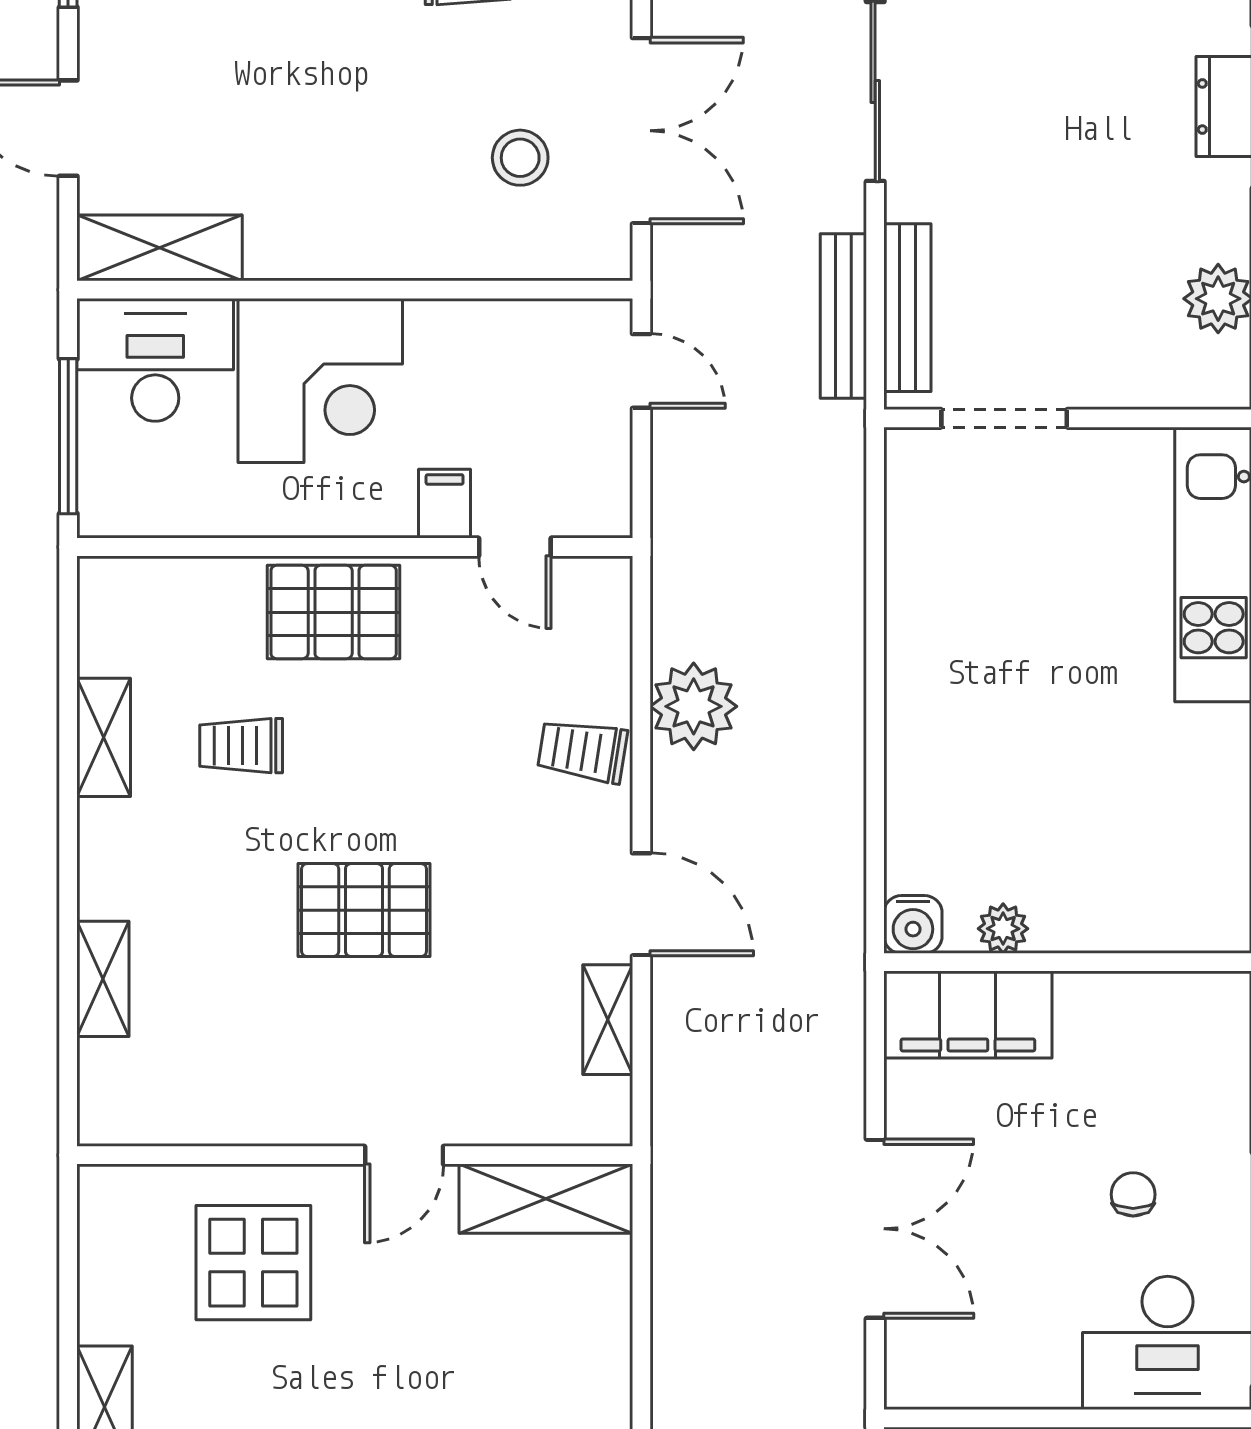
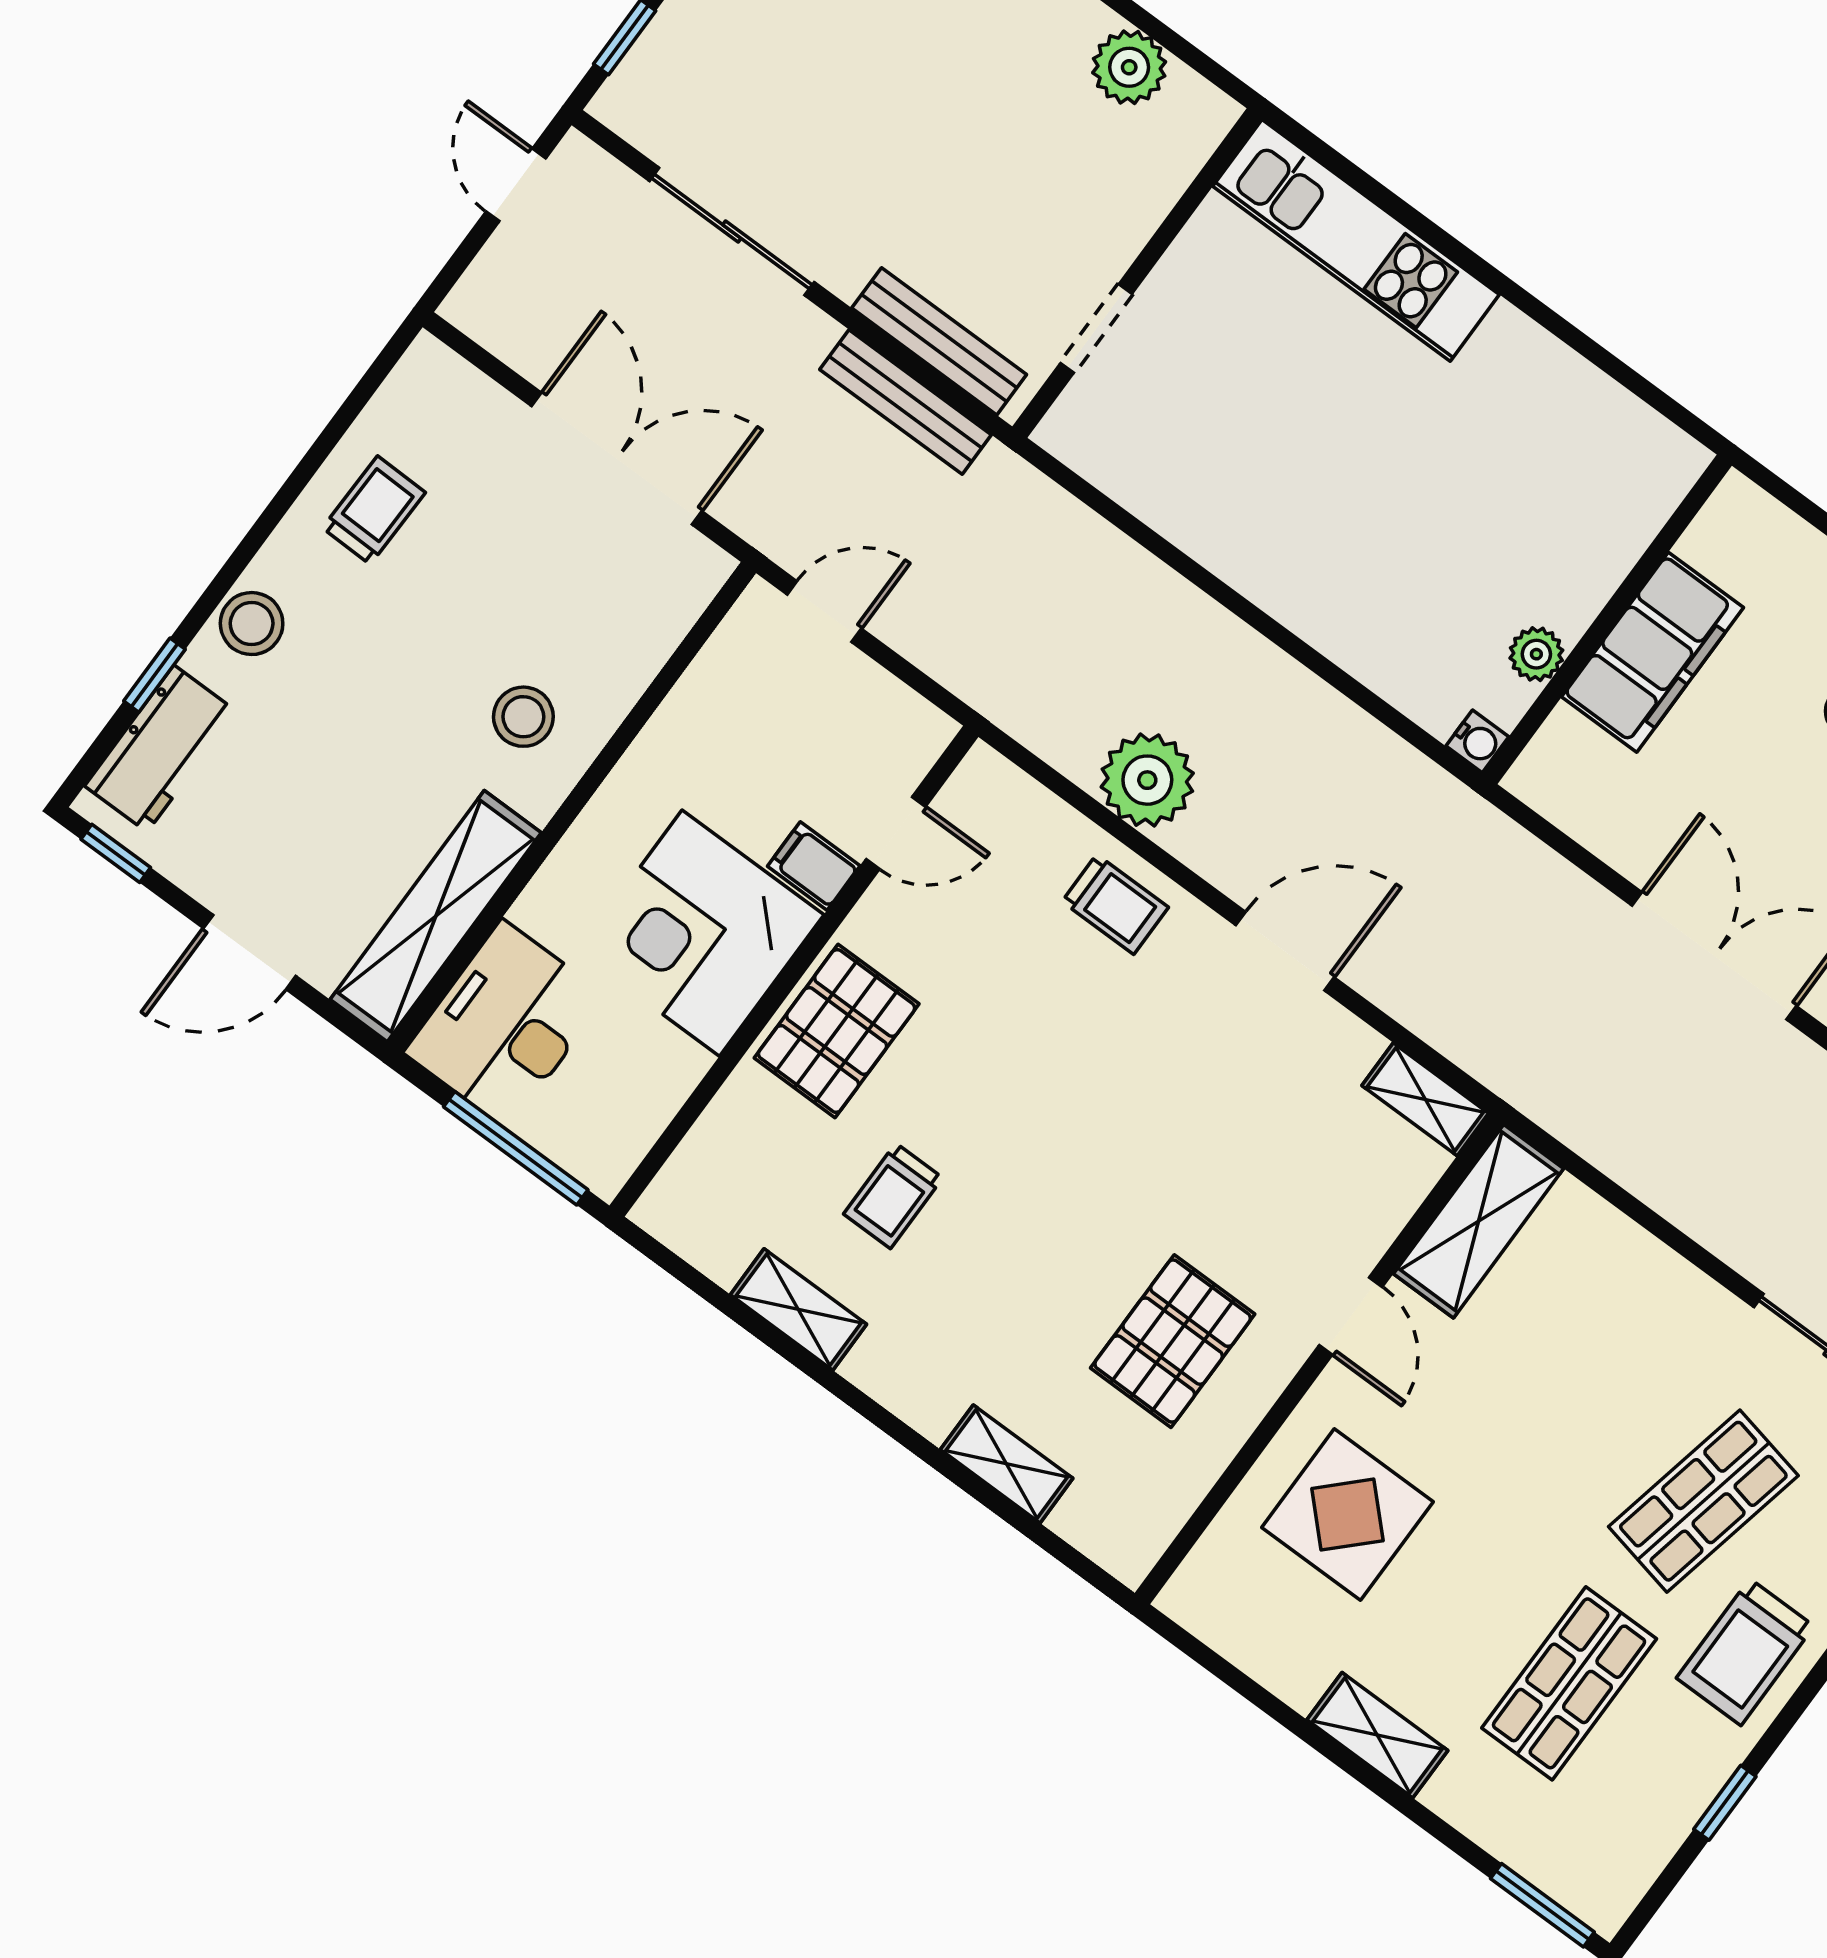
stool: (520, 158) -> (523, 717), moved
shelving: (159, 248) -> (436, 916), width x1.47
corner desk: (320, 381) -> (701, 933), moved, turned 180
doorway: (1004, 418) -> (1096, 328), width x0.73
trolley: (582, 751) -> (1115, 904), turned -99
pallet: (364, 910) -> (1173, 1341), moved
water cooler: (913, 924) -> (1477, 741), width x0.72, depth x0.72
filing cabinet: (968, 1015) -> (1652, 652), moved
shelving: (608, 1020) -> (1425, 1099), moved

